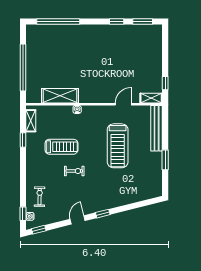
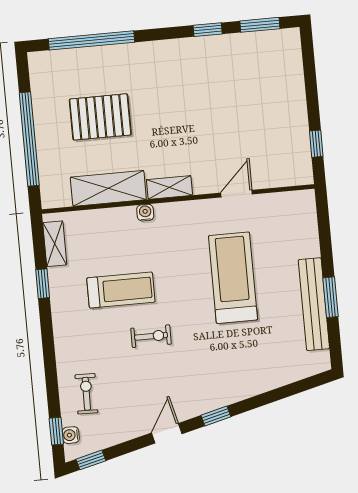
pallet: (59, 60) -> (100, 117), added
shelving: (151, 98) -> (169, 187), moved
bench: (157, 128) -> (314, 304), moved
treadmill: (118, 146) -> (233, 278), turned 180

